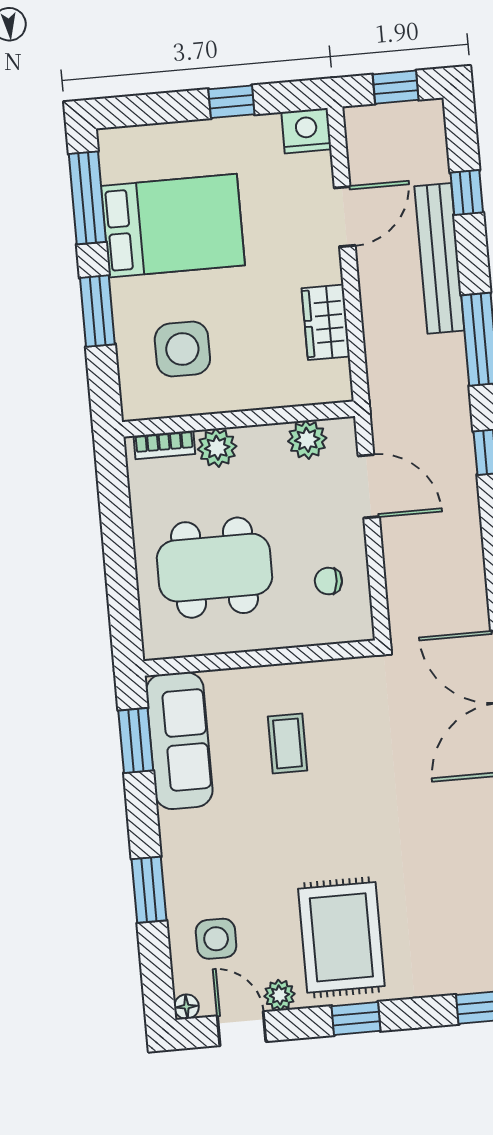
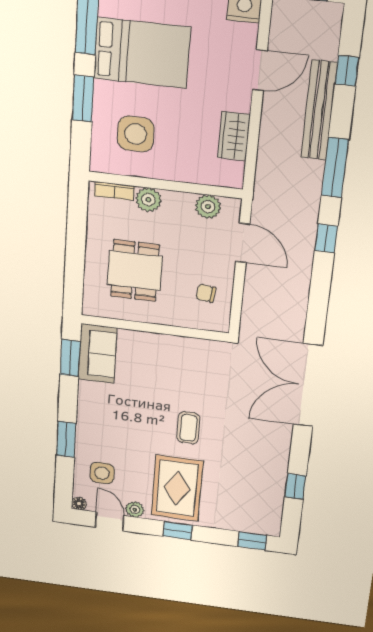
dining table: (214, 568) -> (135, 271), width x0.73
sofa: (179, 741) -> (97, 354), width x0.73
coffee table: (287, 743) -> (188, 428), moved

